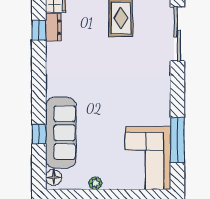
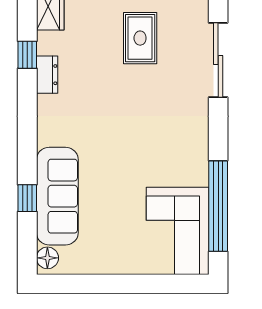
dresser: (53, 27) -> (47, 75), moved
window: (177, 140) -> (218, 206), width x1.46
plant: (95, 183) -> (105, 266), removed

